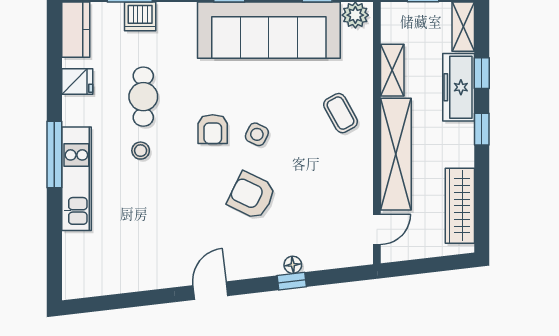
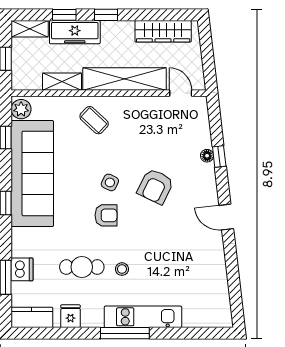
coffee table: (341, 113) -> (94, 120), turned 72

